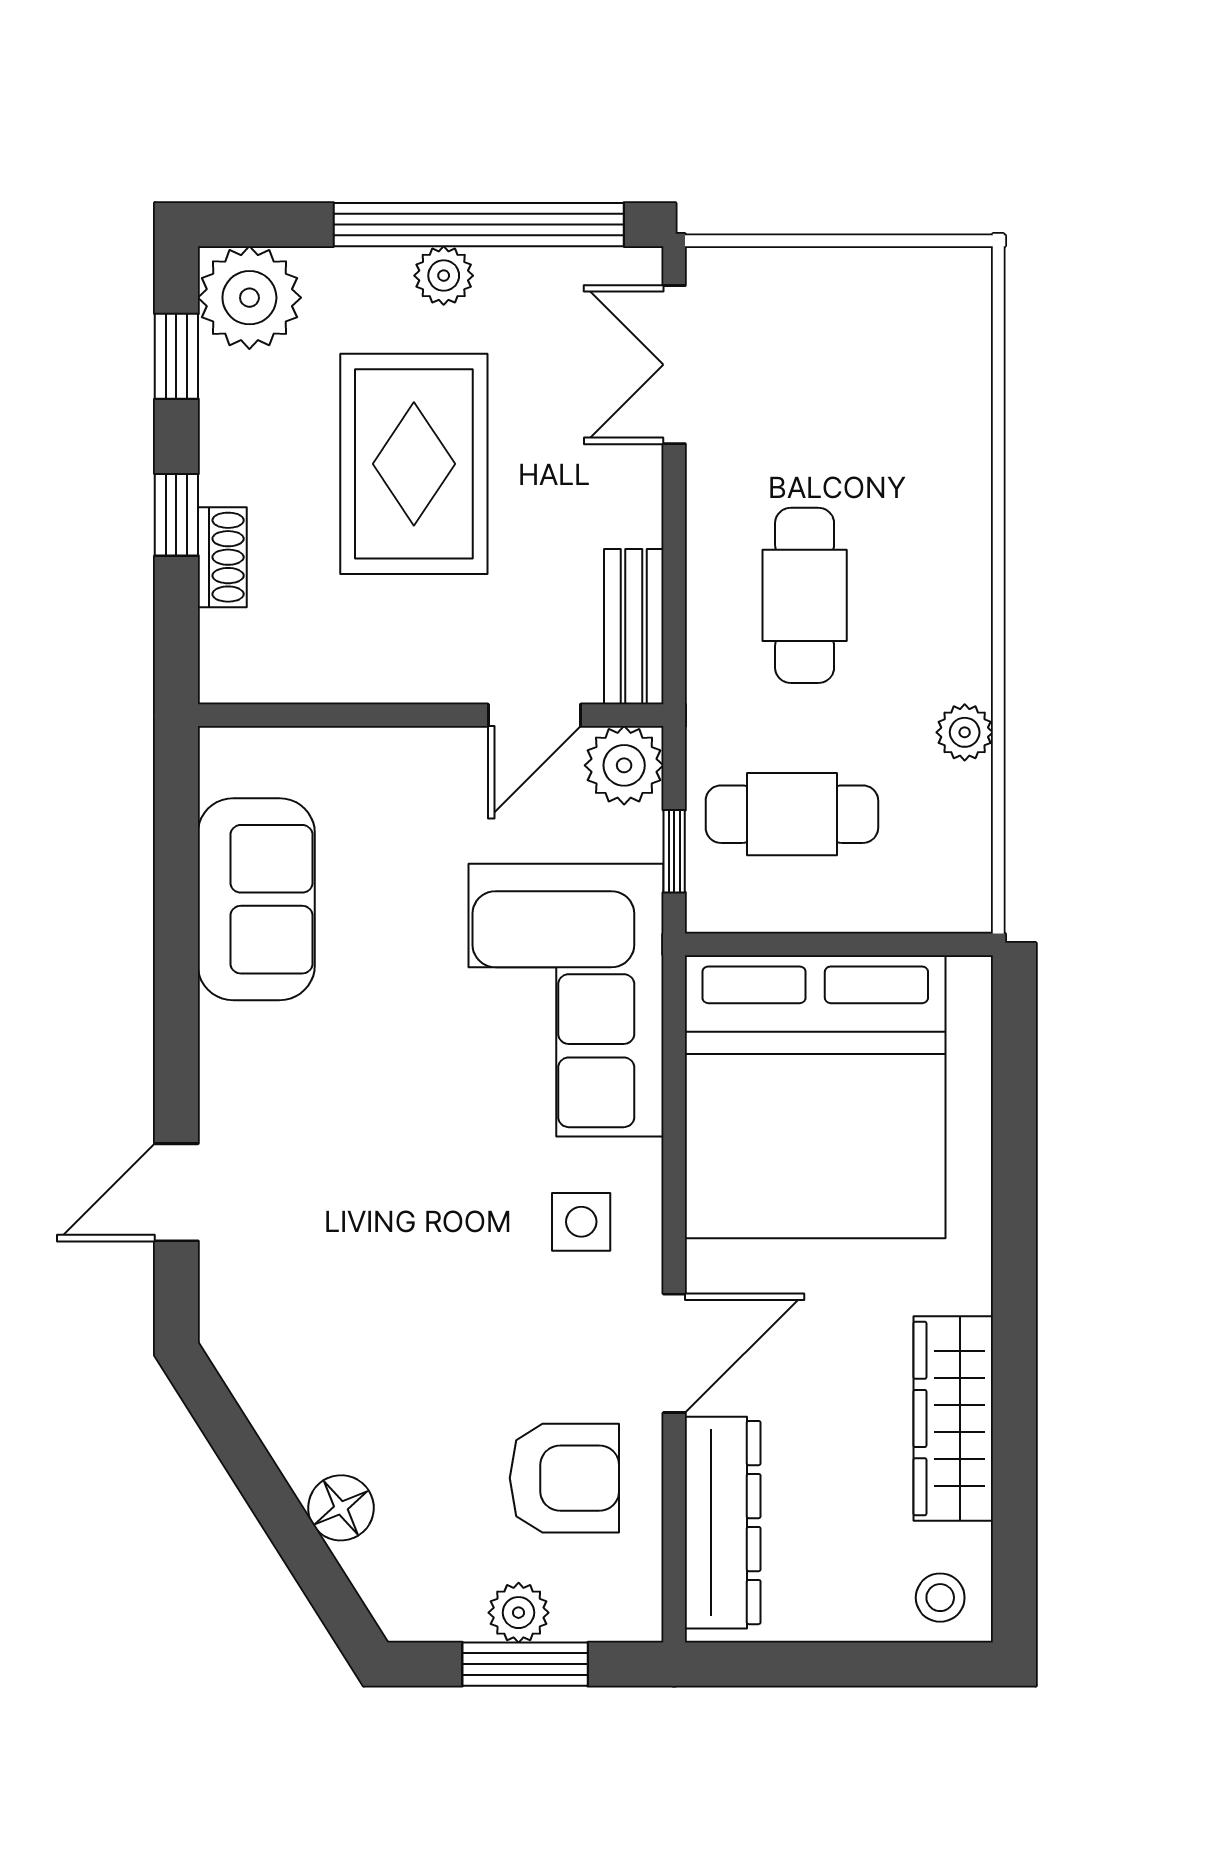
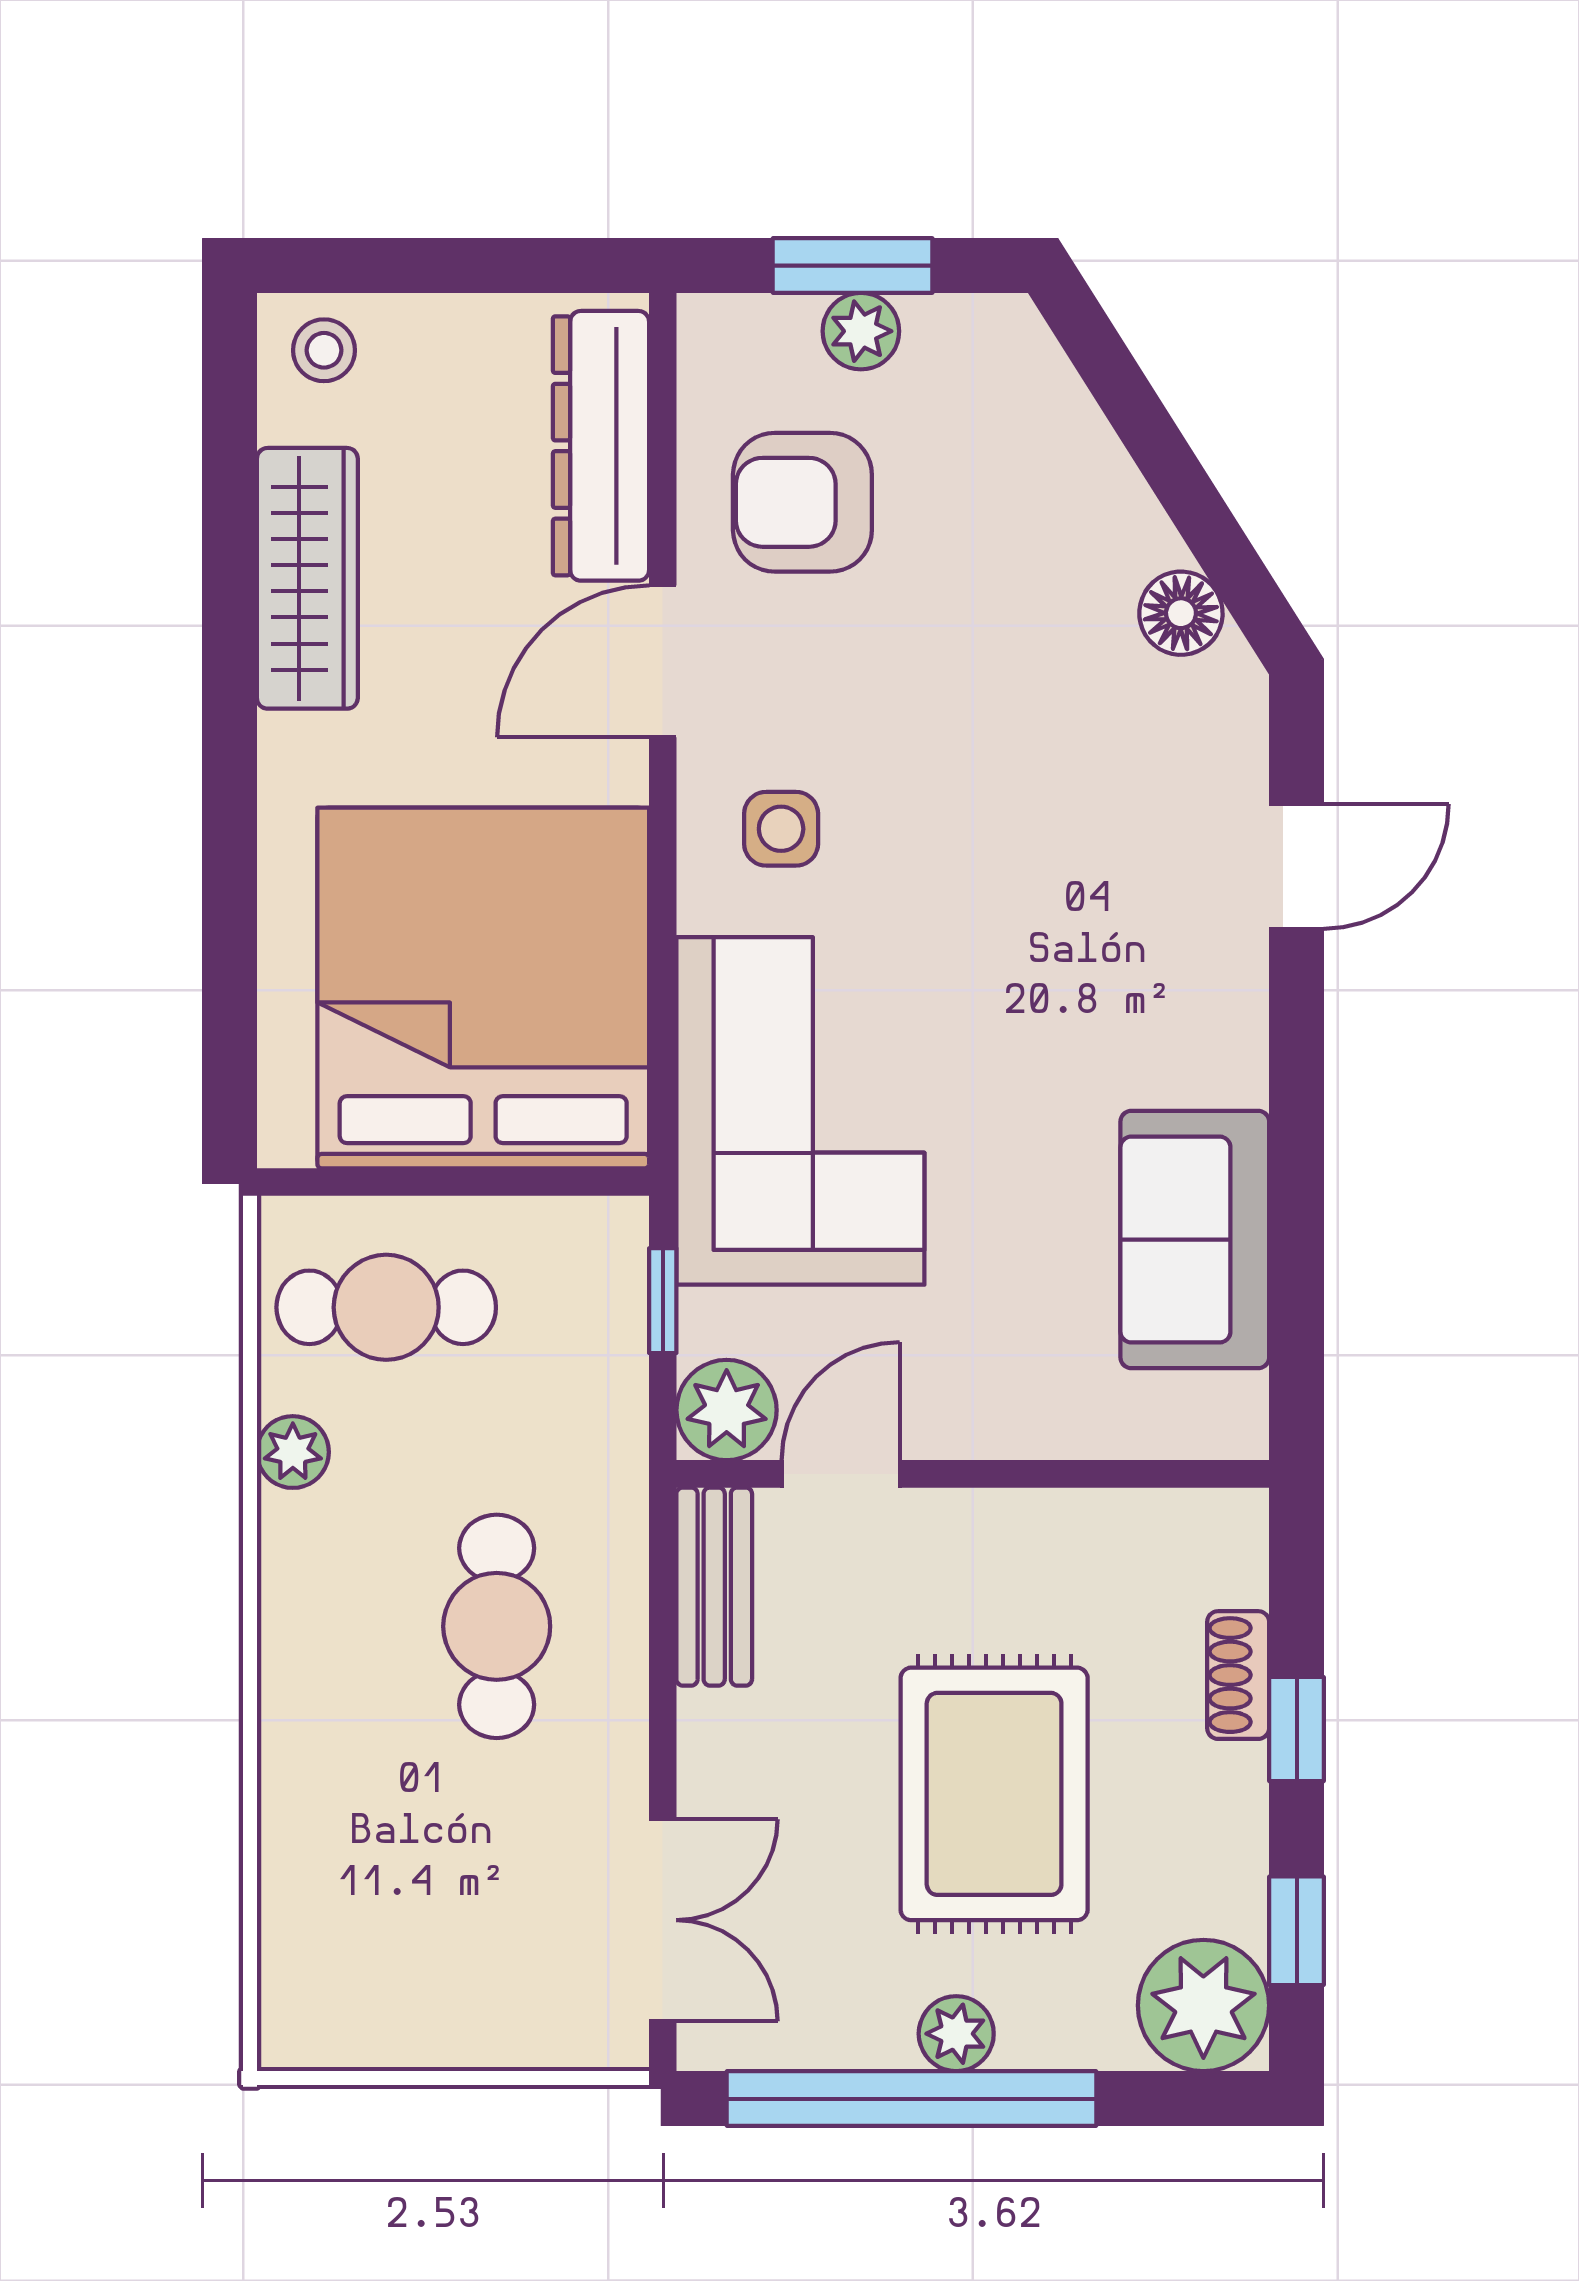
cafe table: (792, 814) -> (386, 1307), moved
floor lamp: (341, 1508) -> (1181, 613), moved

